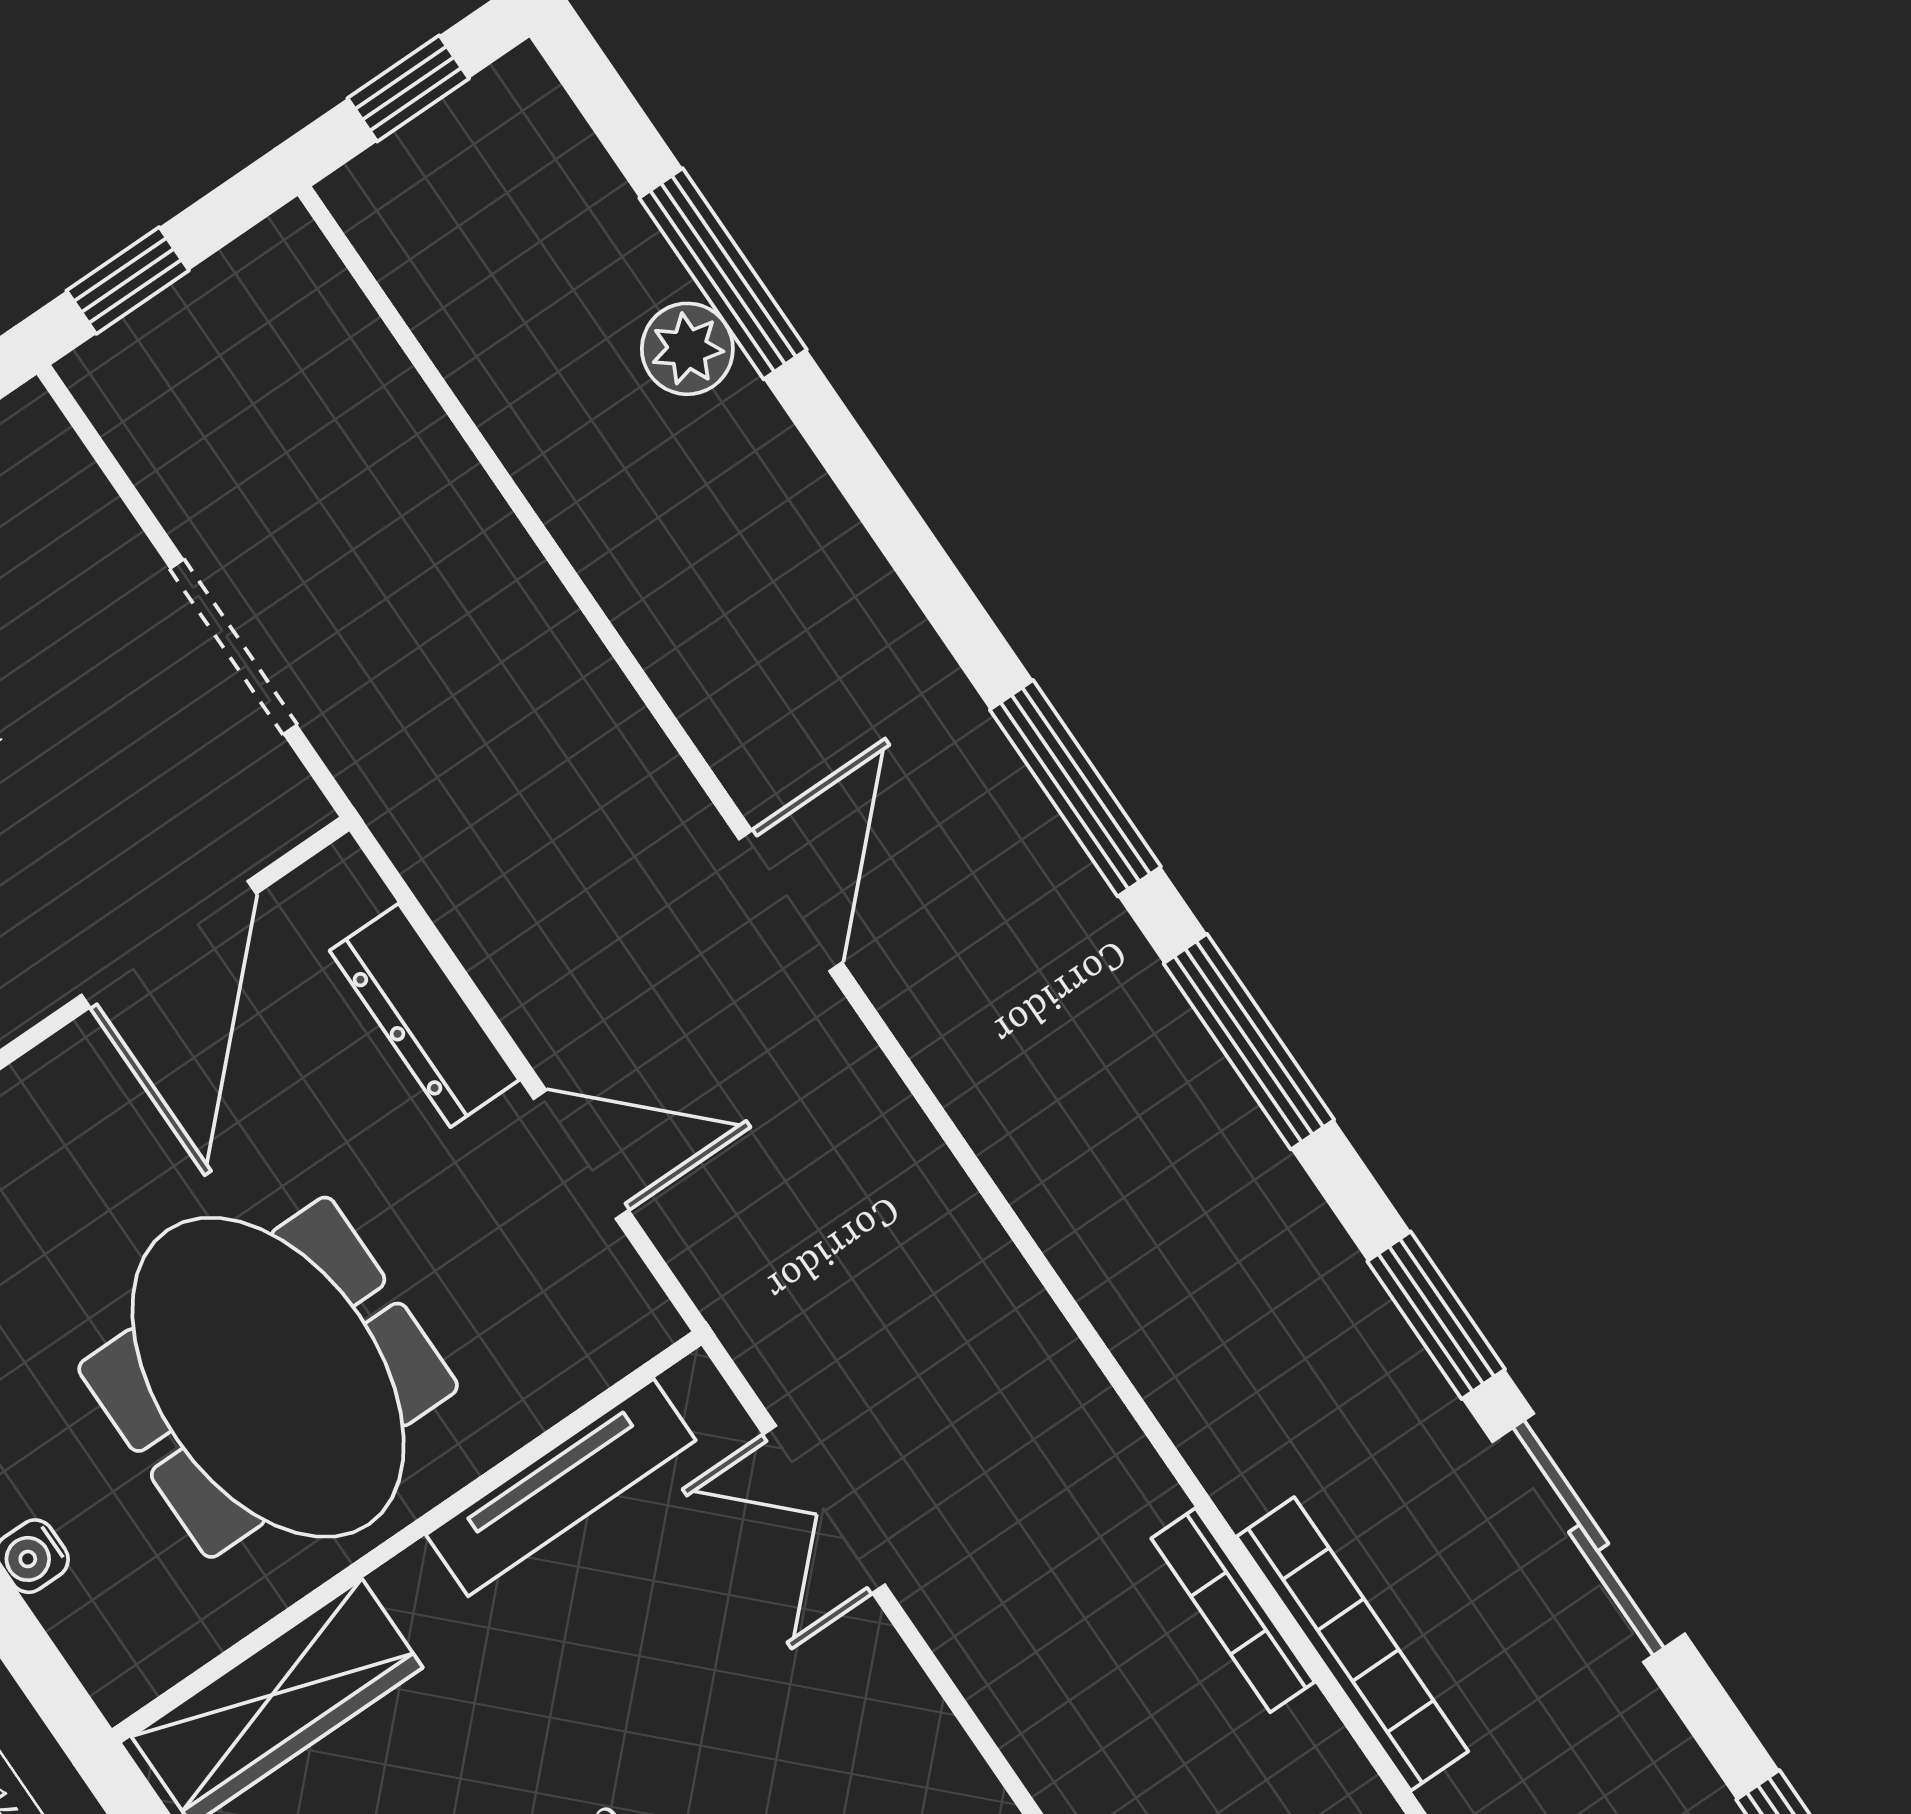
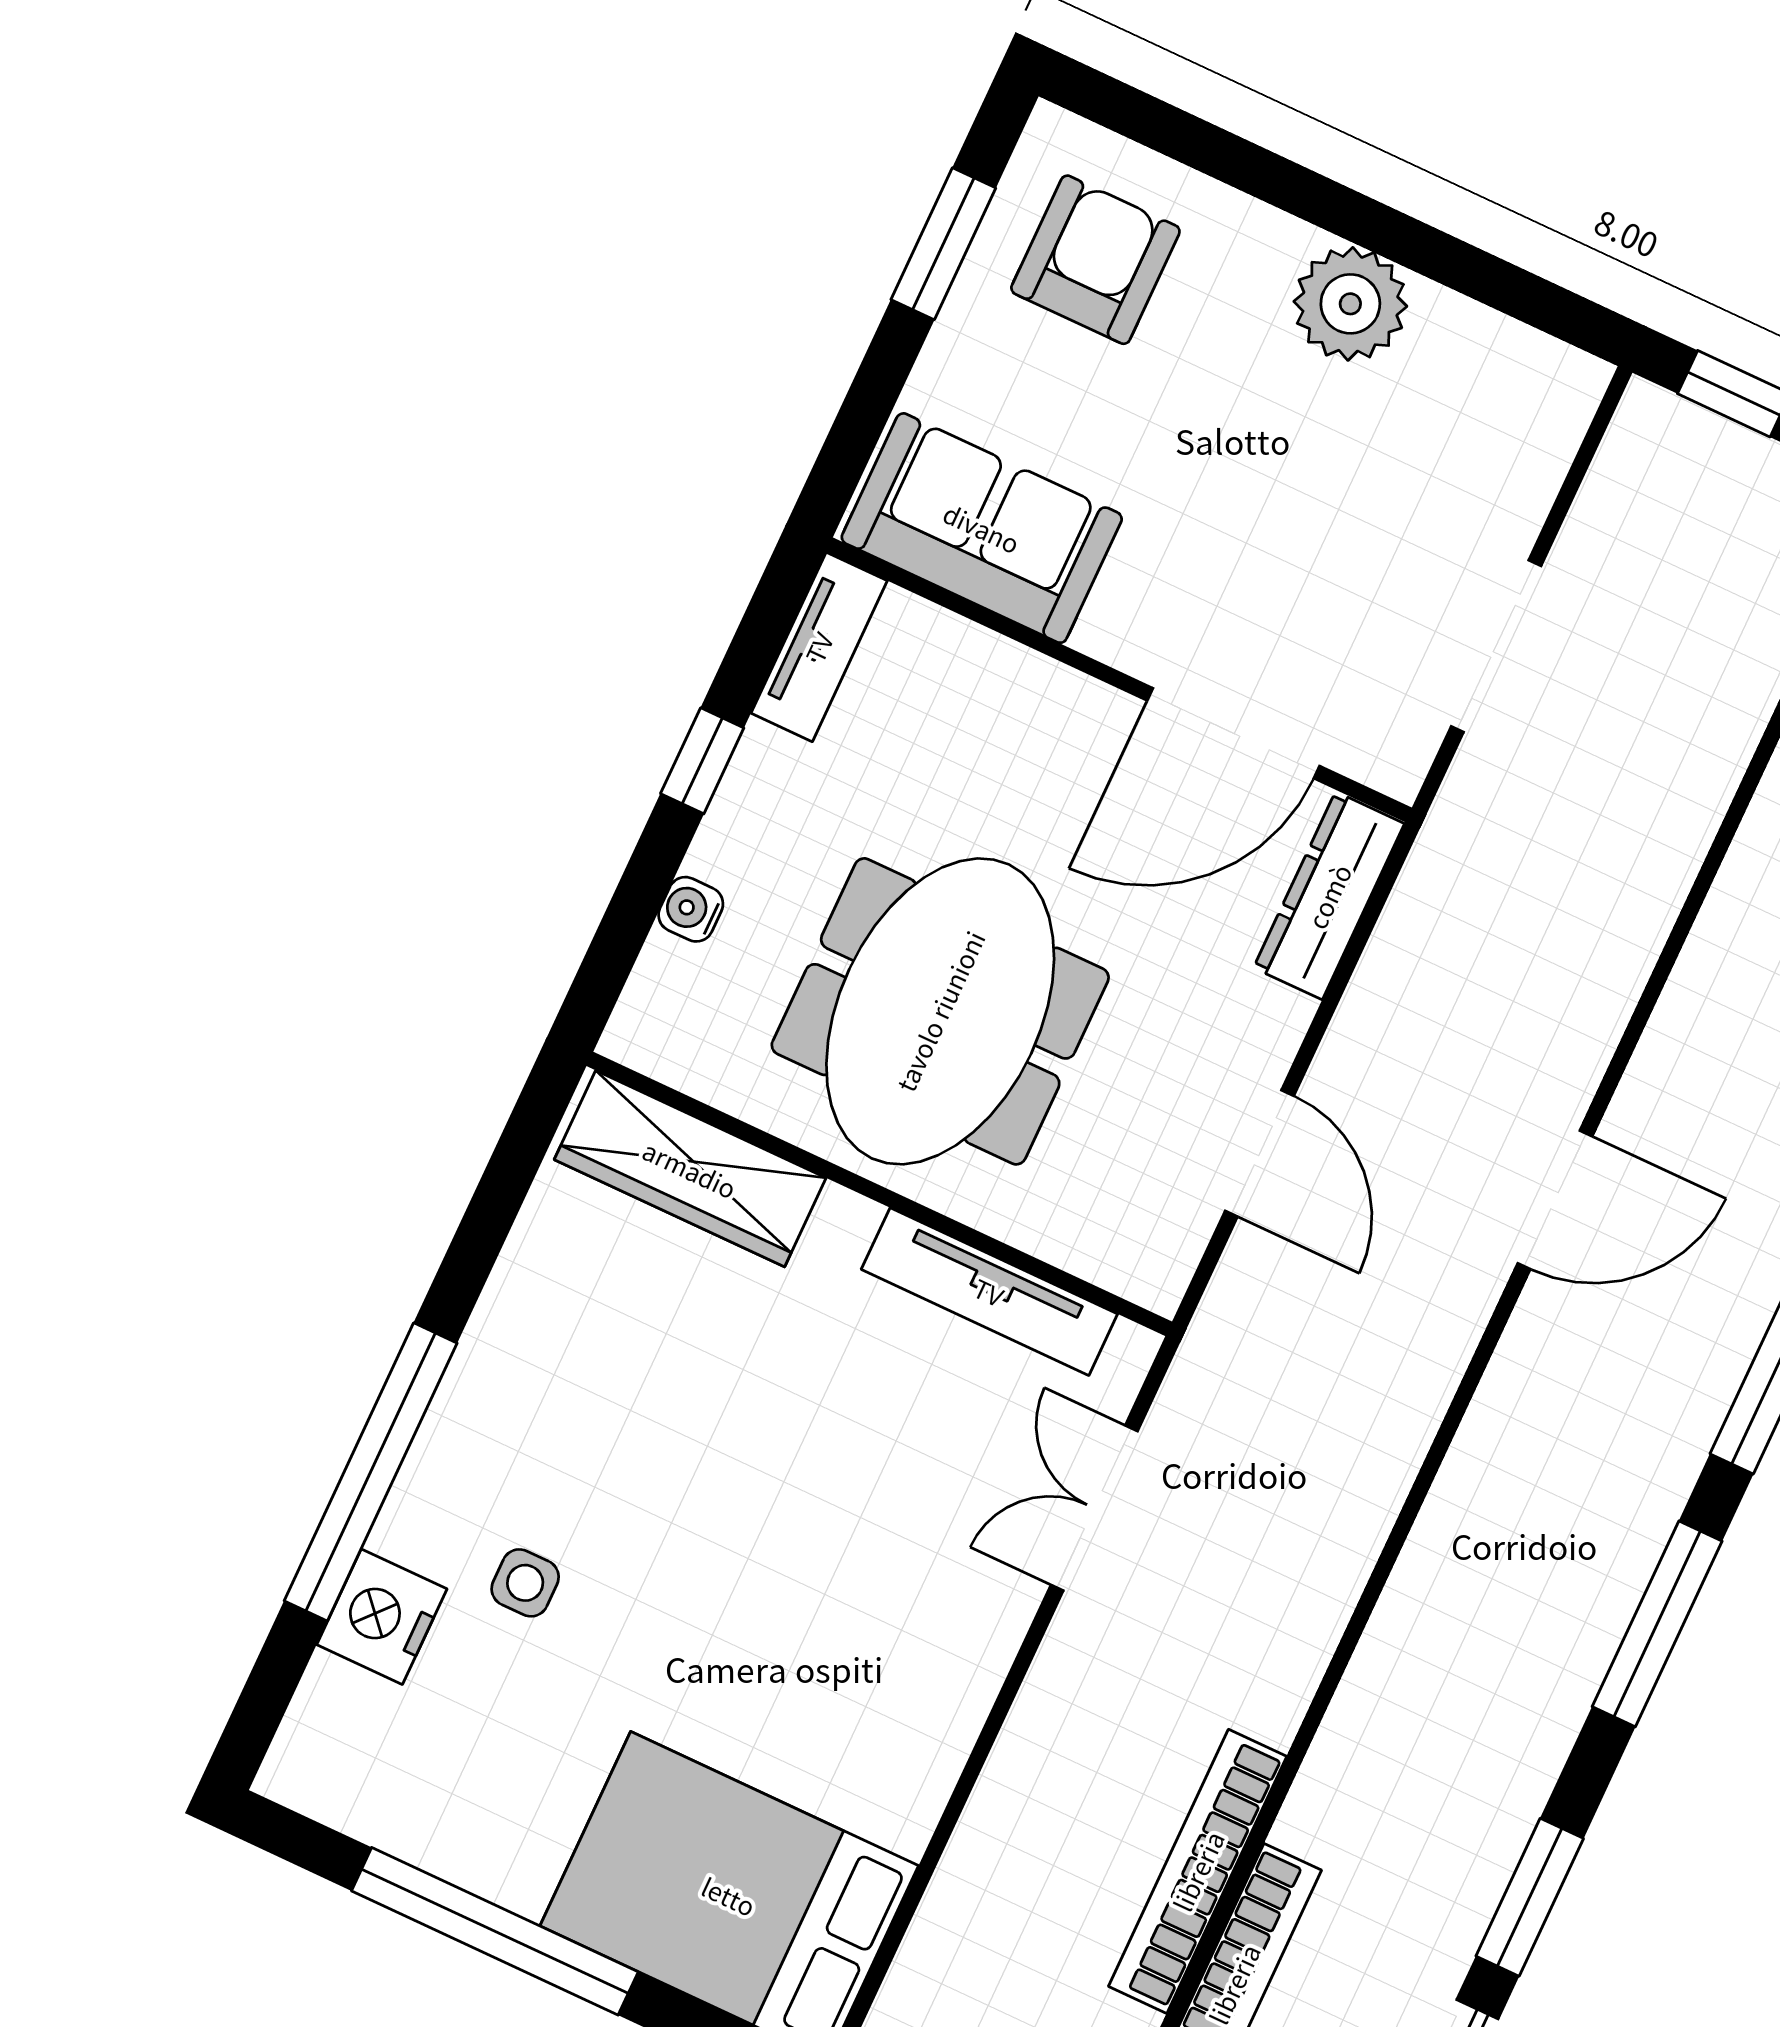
dresser: (424, 1015) -> (1329, 896), moved
bookcase: (1233, 1610) -> (1198, 1871), width x1.48, depth x1.31

